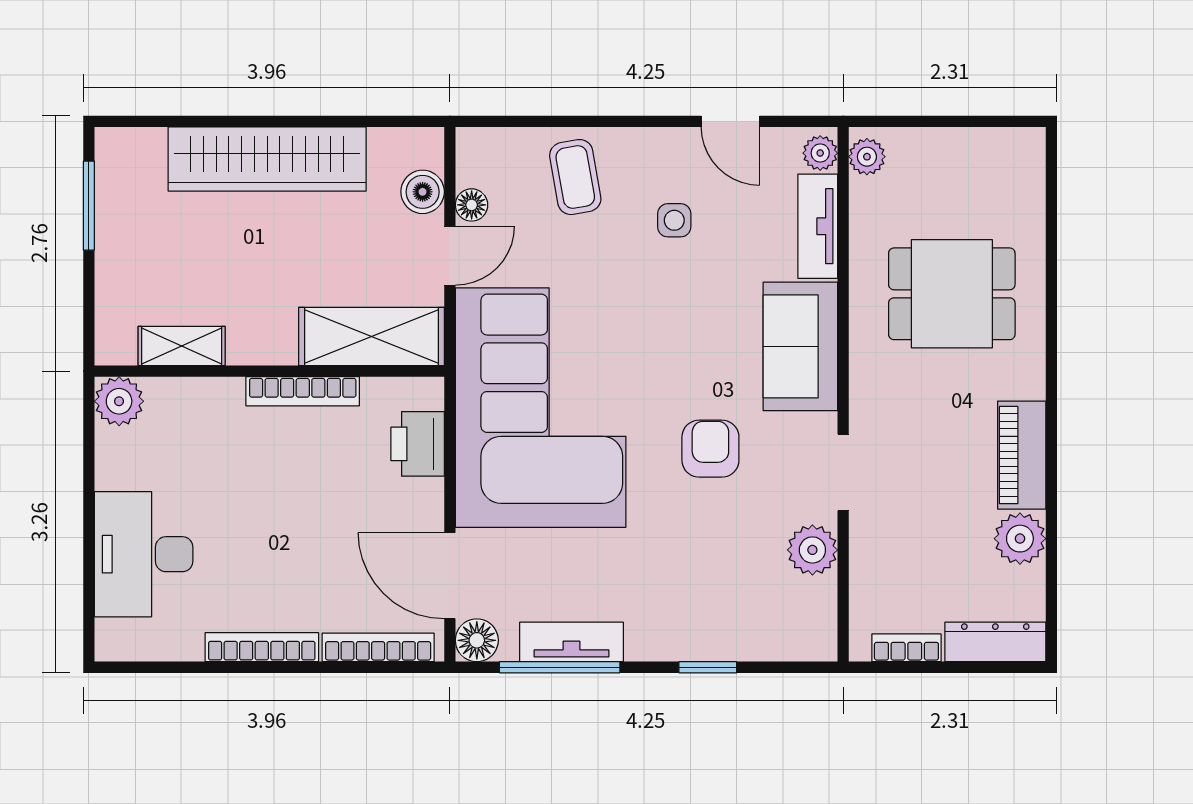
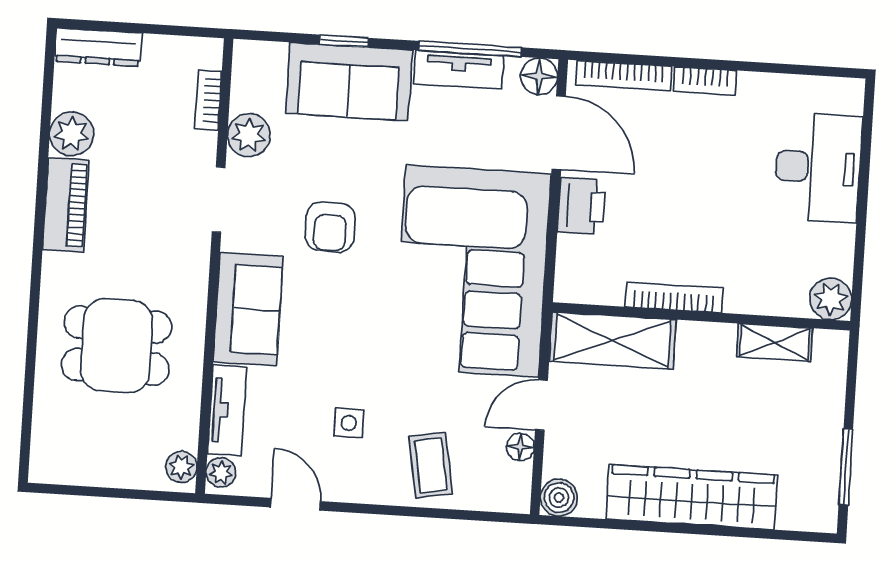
boiler: (423, 192) -> (559, 498), moved
printer: (418, 444) -> (582, 206), moved
sofa: (699, 620) -> (349, 82), added
bookcase: (262, 647) -> (705, 81), width x0.64
bookcase: (906, 648) -> (208, 100), moved, turned 90

